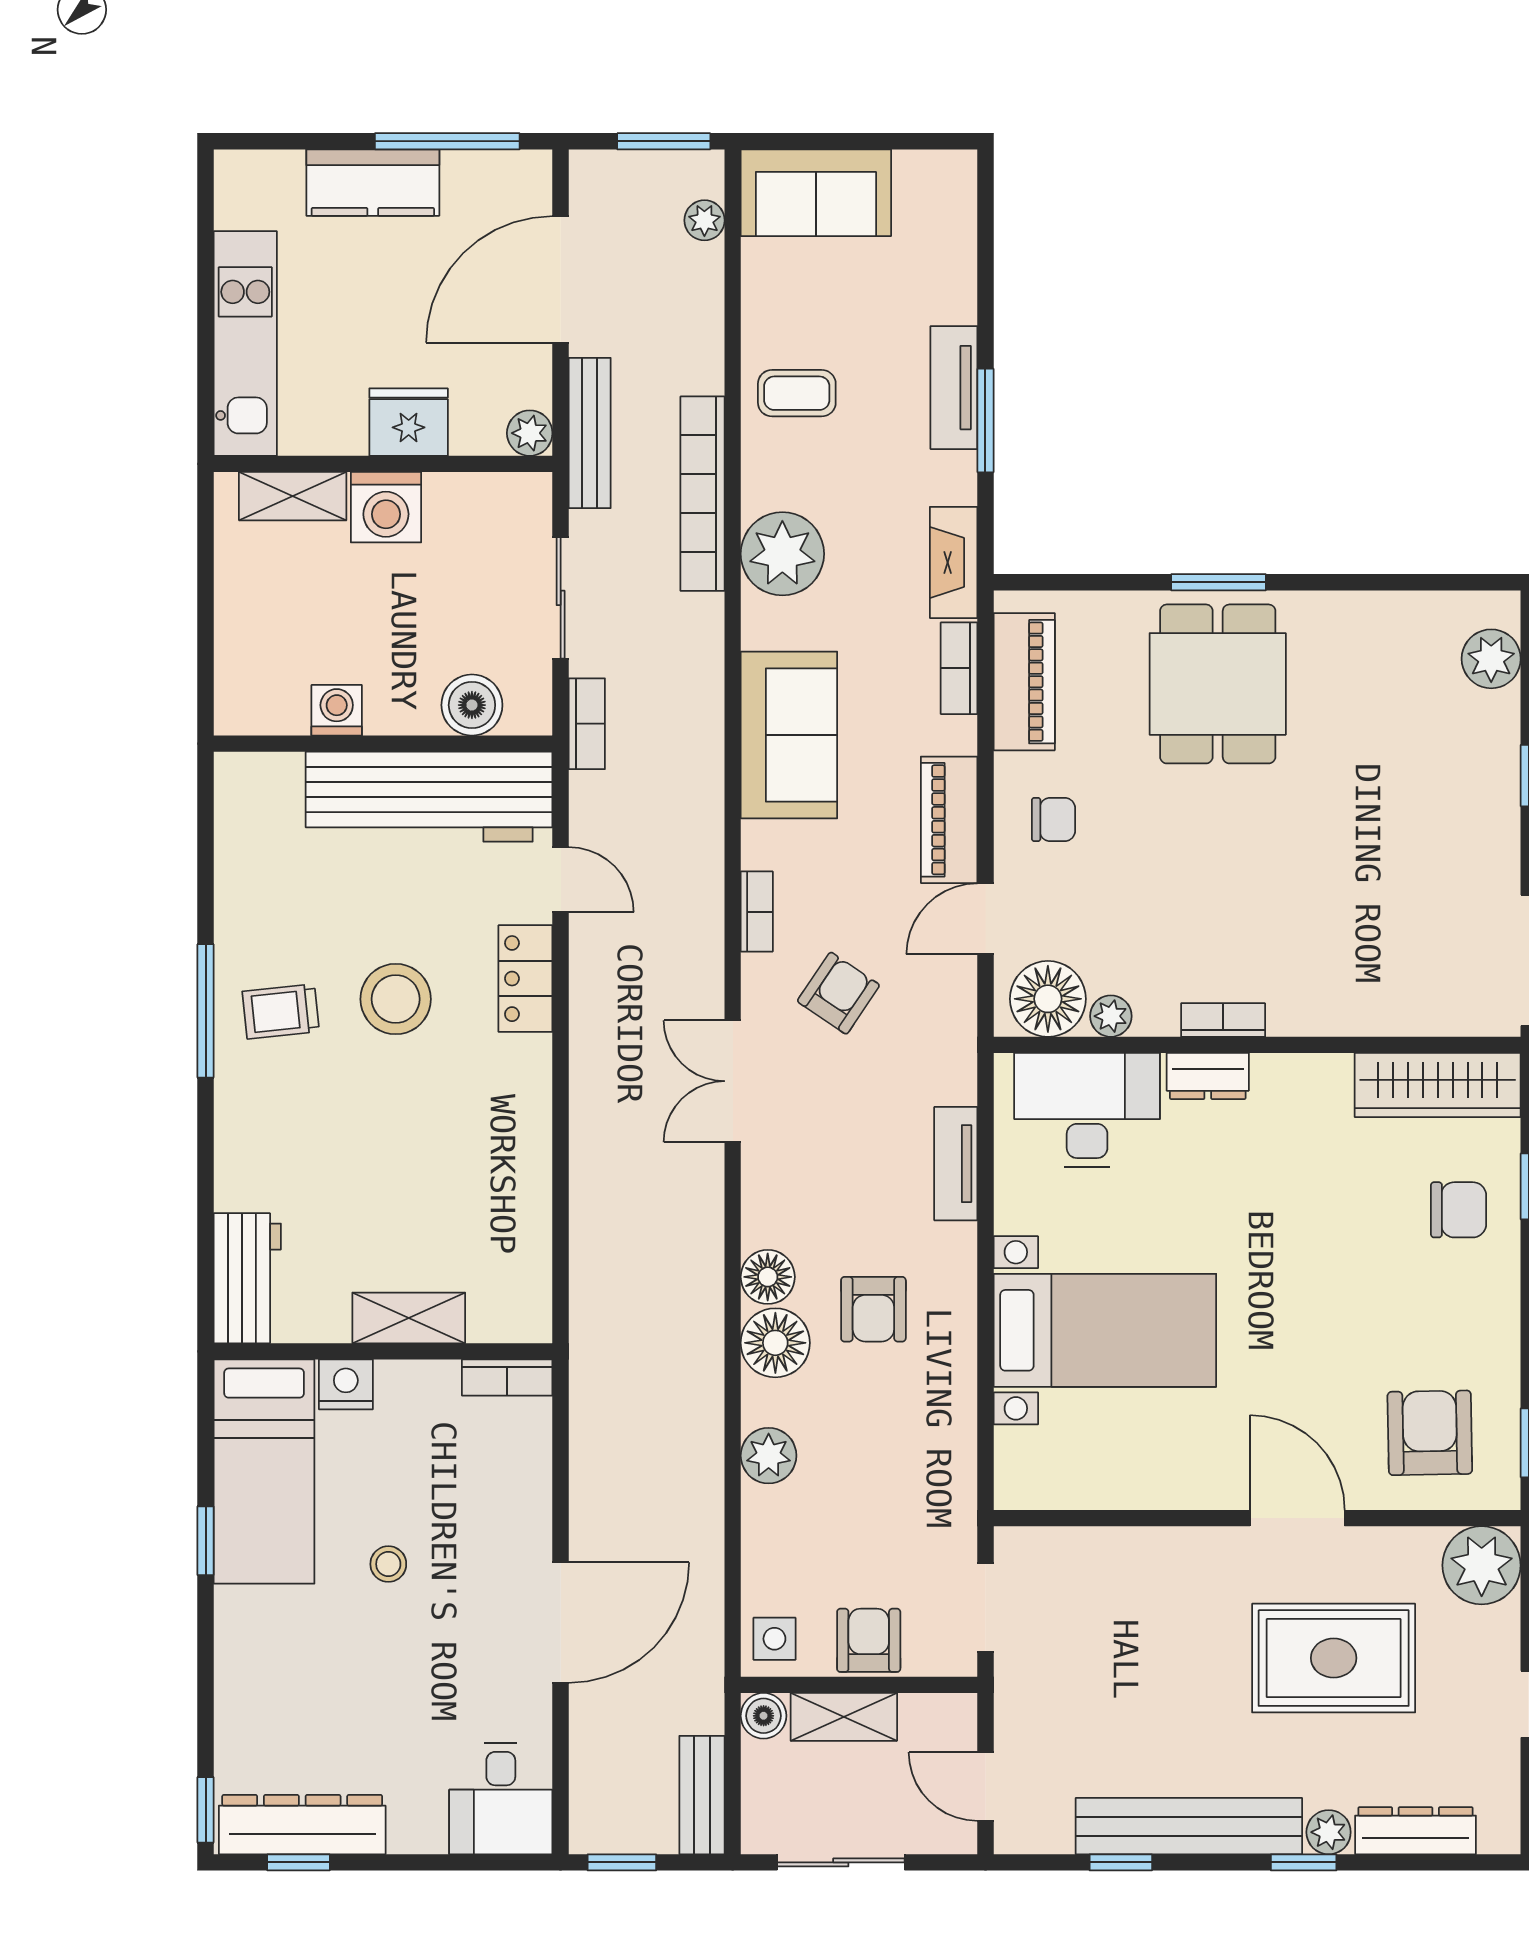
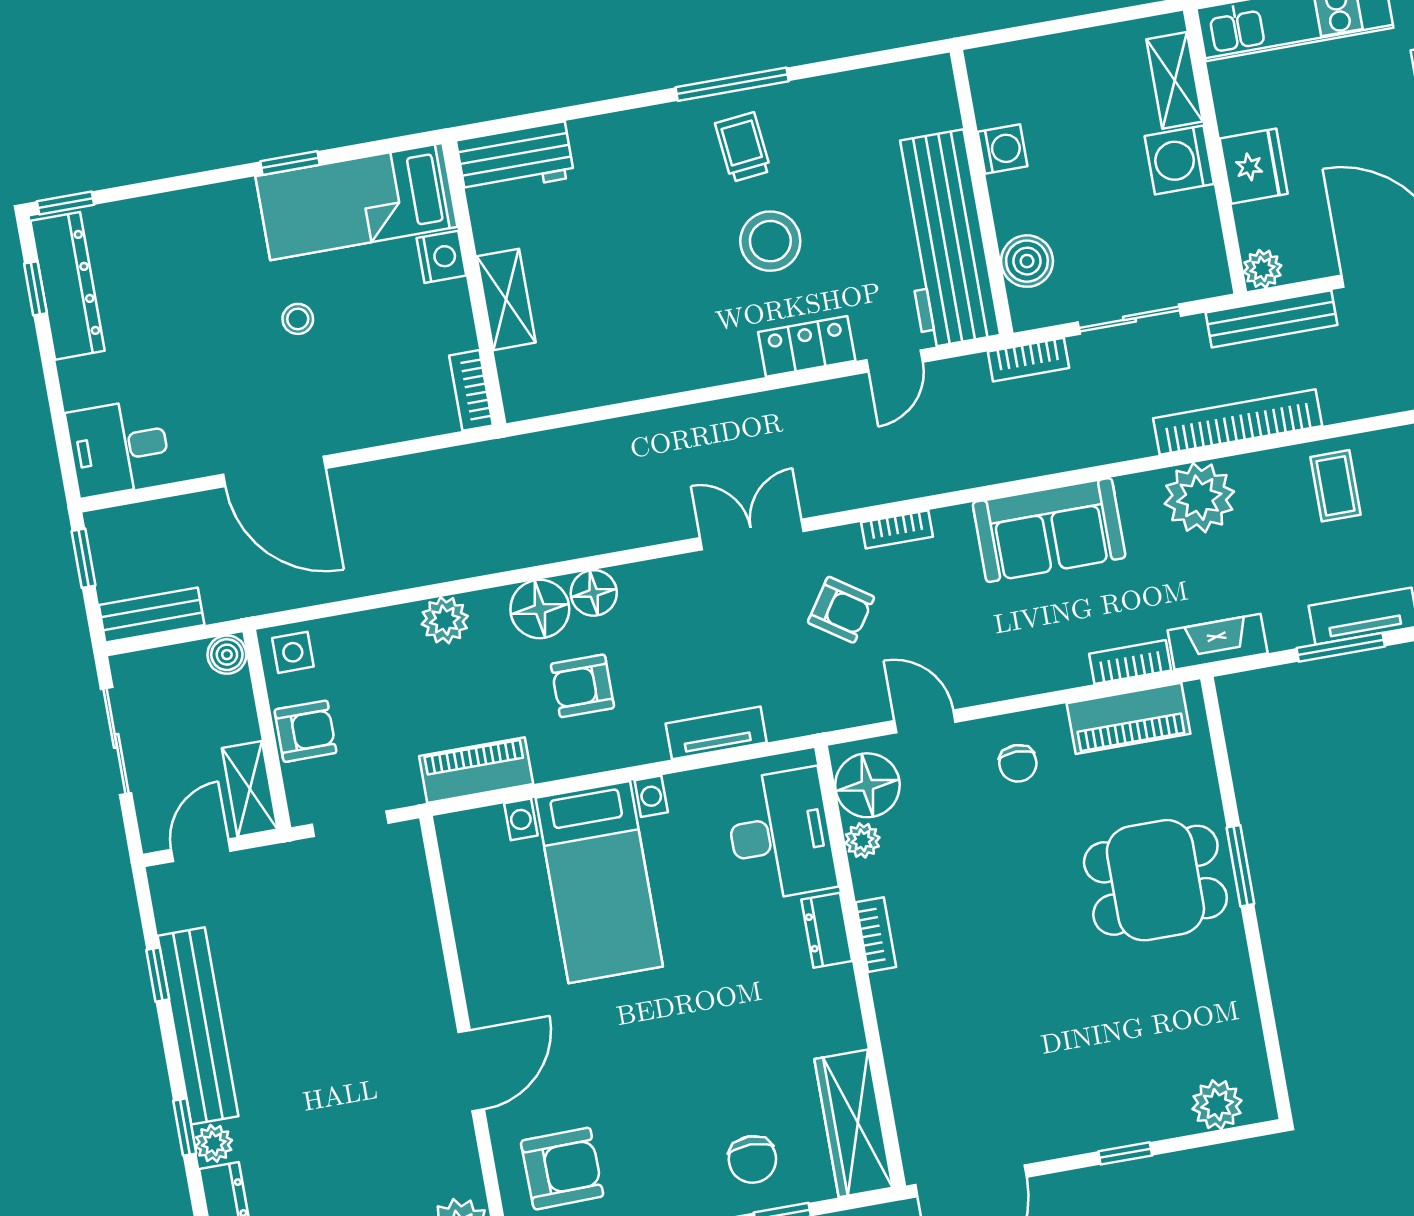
piano: (949, 820) -> (476, 770), moved
rug: (1334, 1658) -> (360, 1122), removed
shelving: (844, 1717) -> (250, 789), moved

